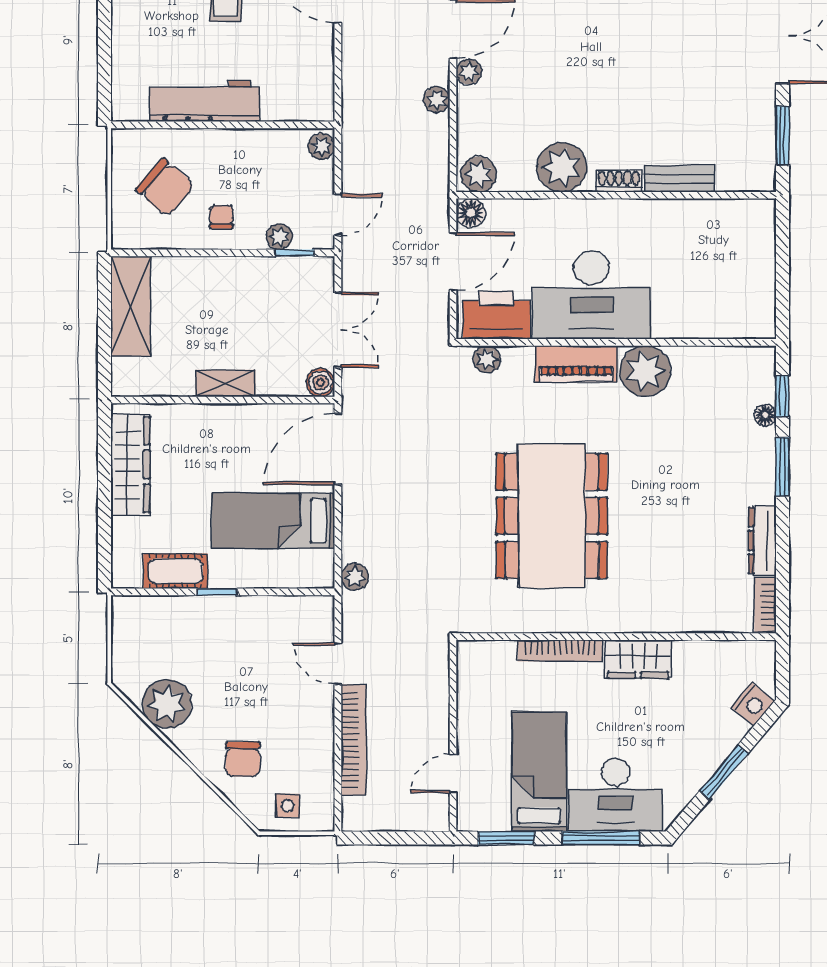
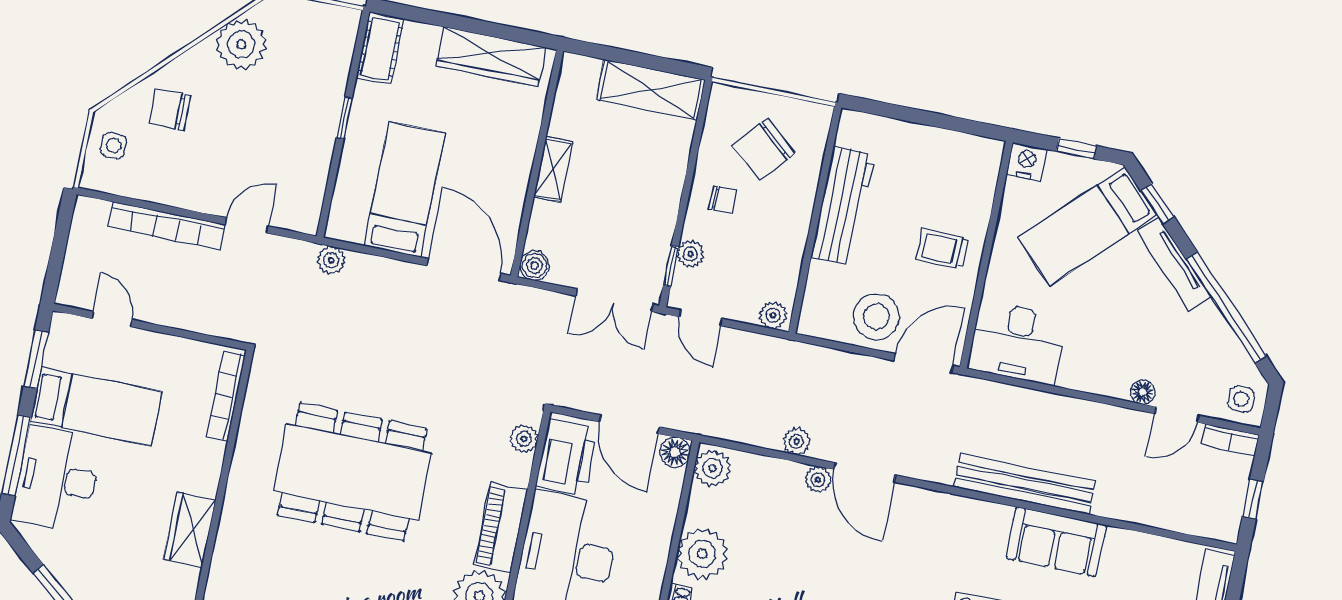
stool: (303, 48) -> (876, 317), added
double door: (338, 330) -> (614, 300), moved
cot: (176, 571) -> (380, 49), moved
bookcase: (560, 651) -> (226, 396), moved

